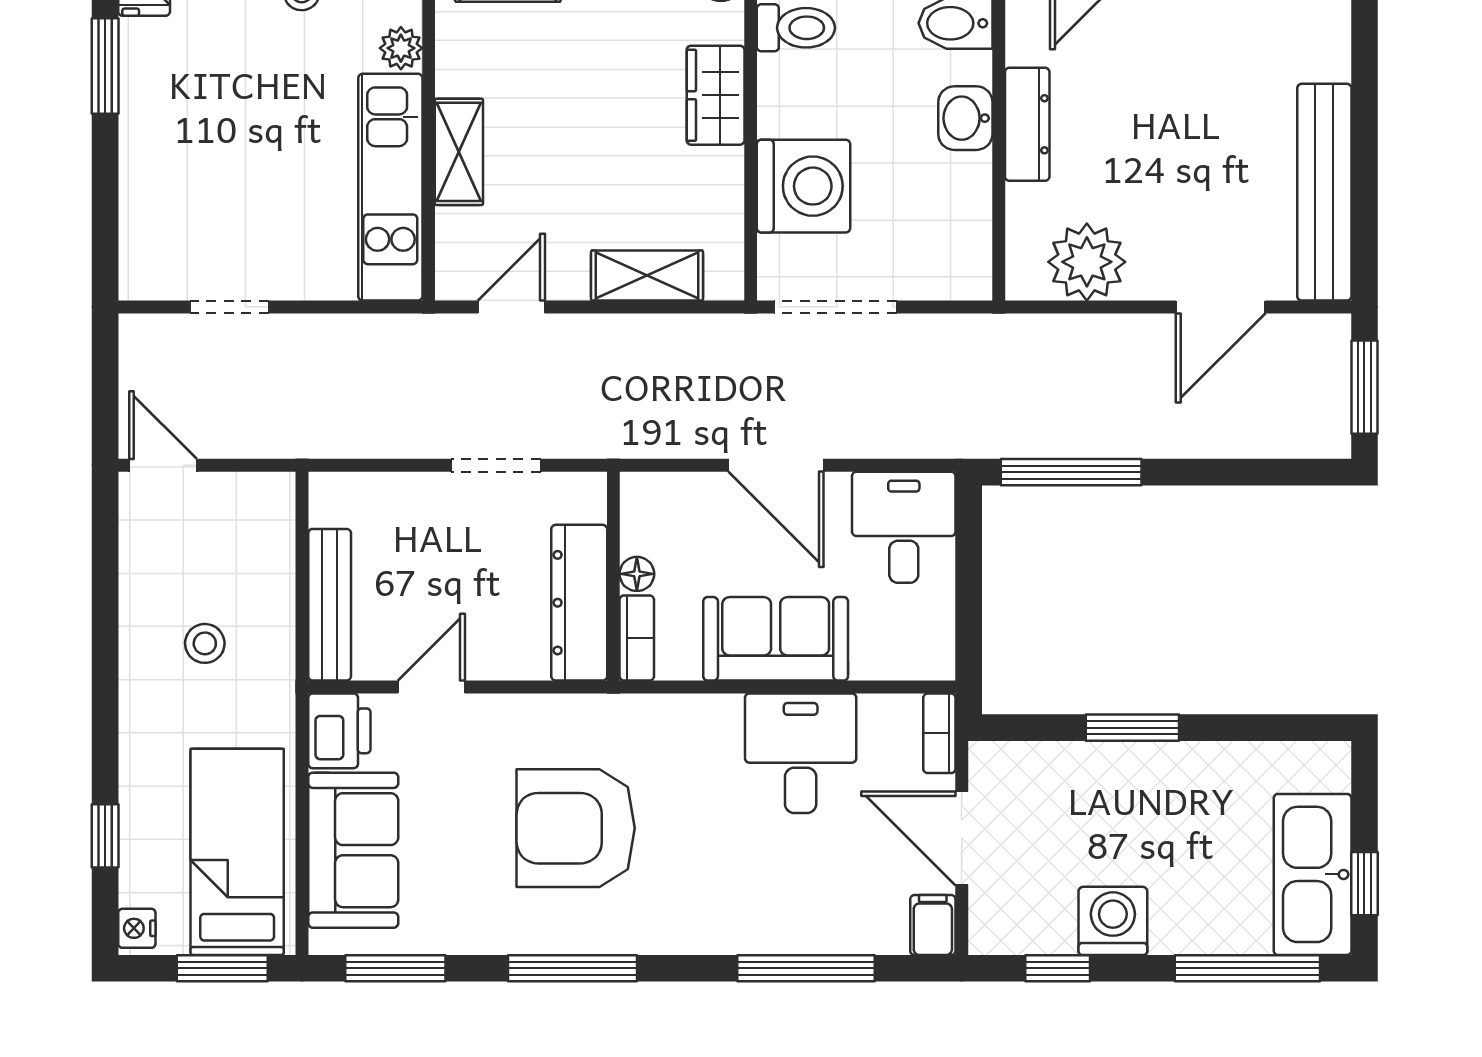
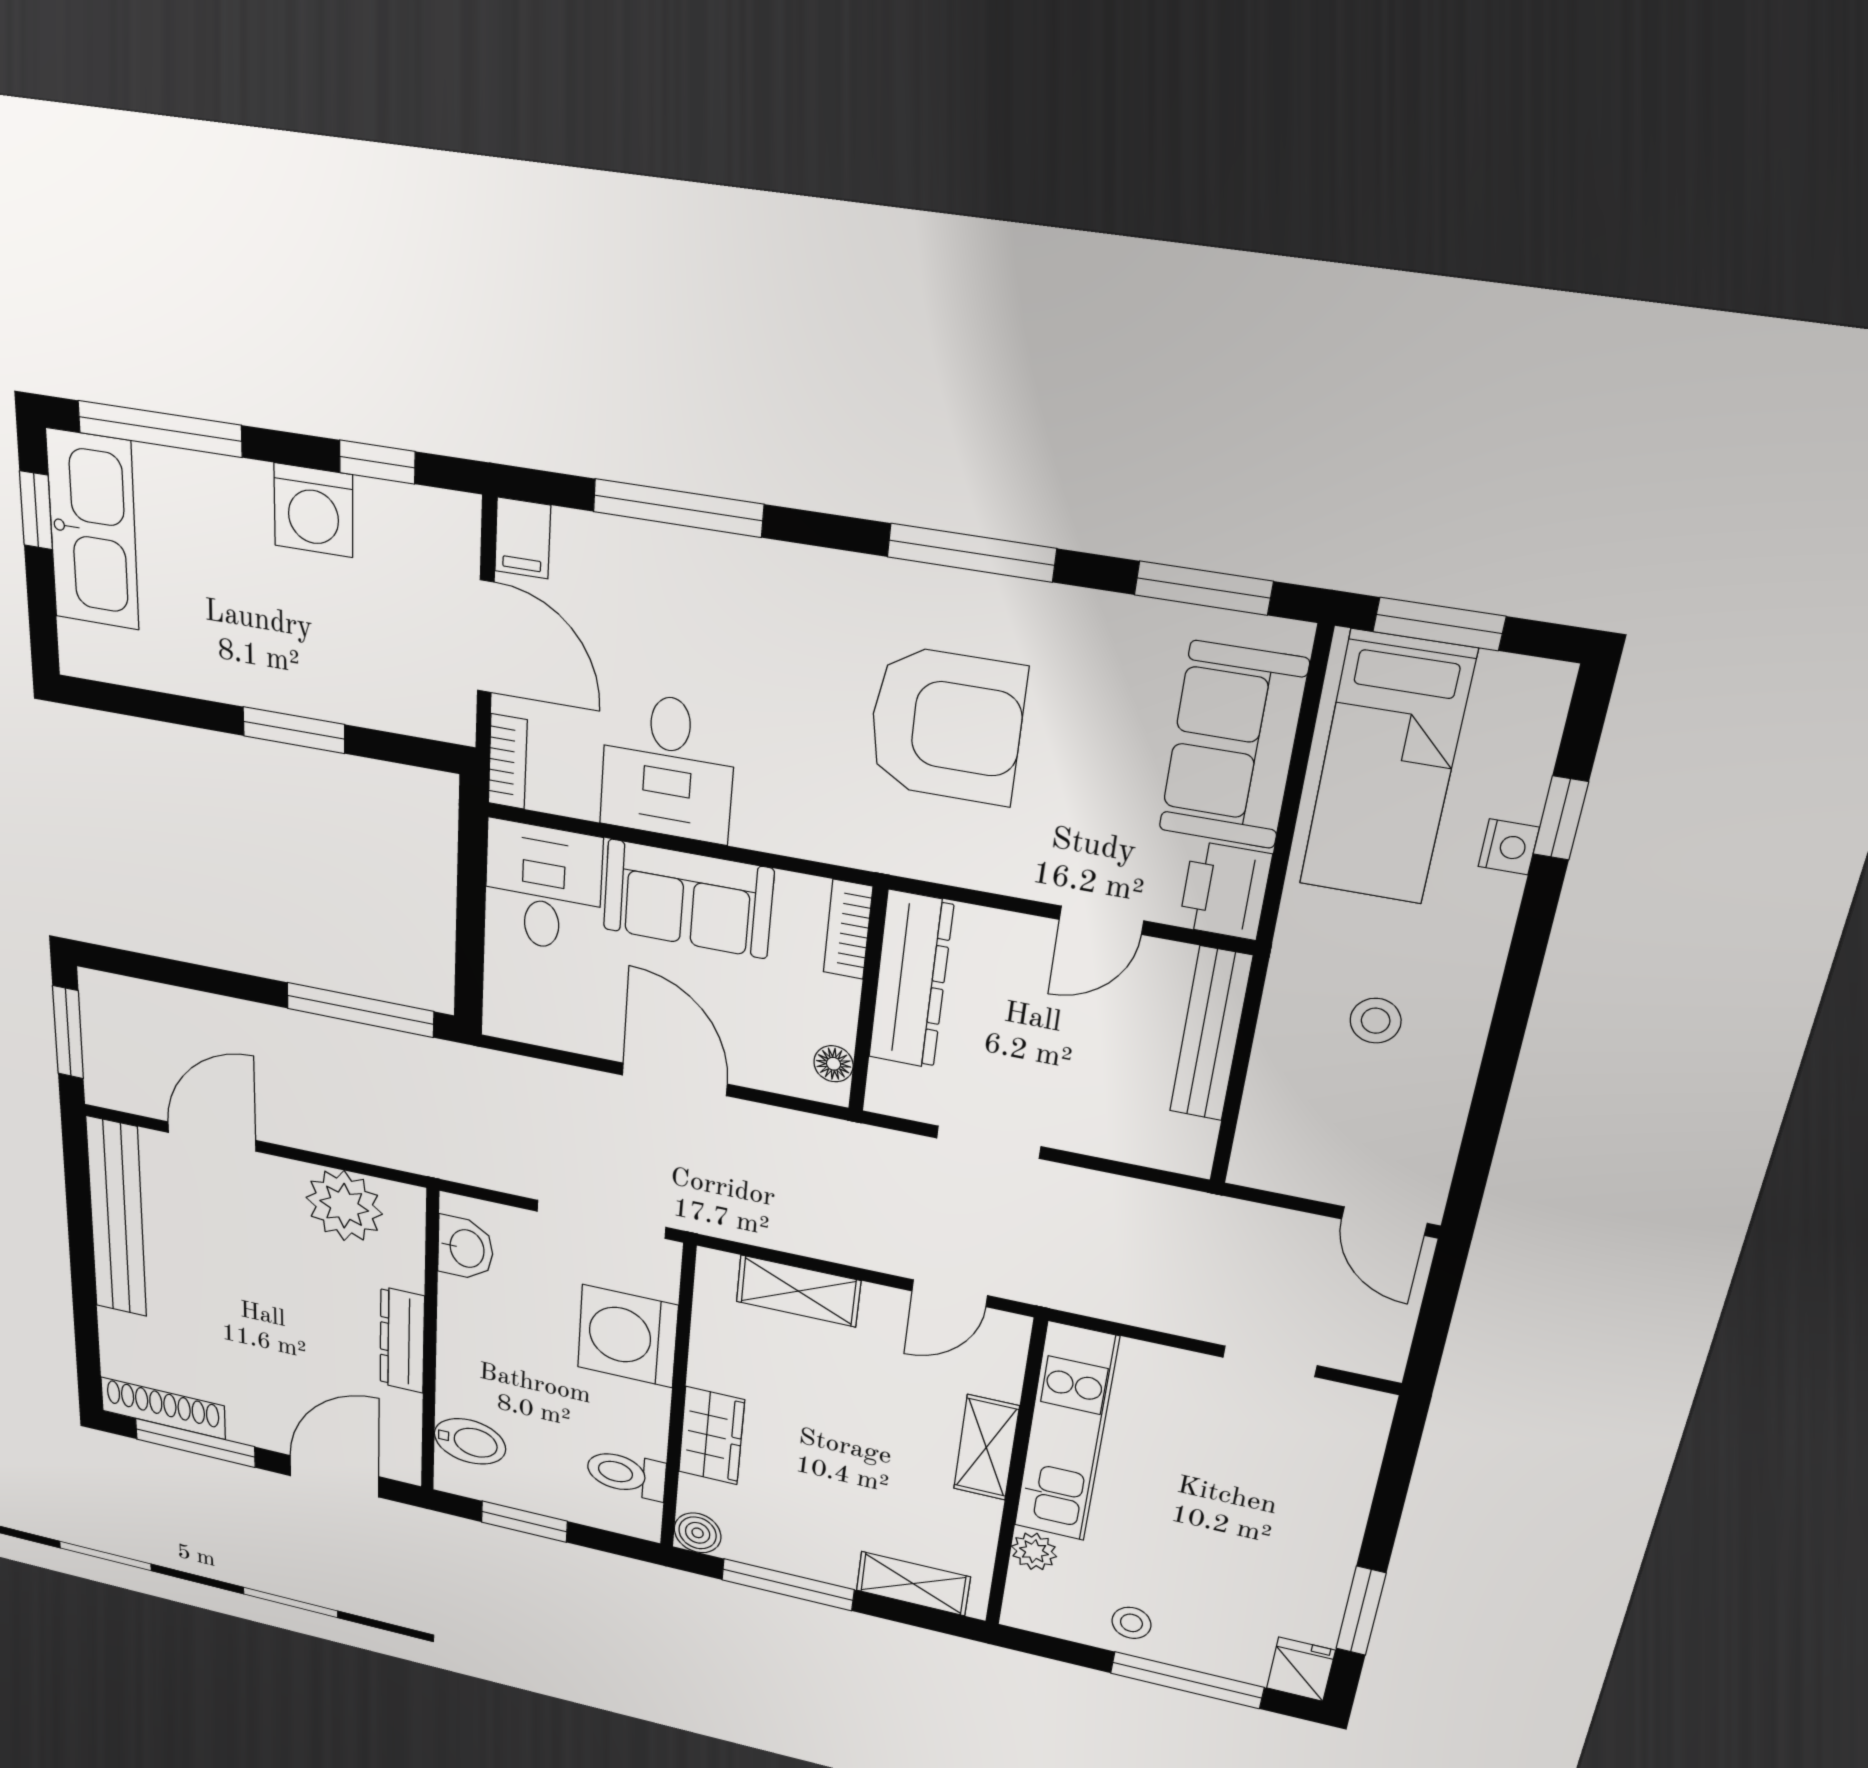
washbasin: (965, 118) -> (465, 1248), moved
desk: (904, 527) -> (543, 887), moved, turned 180
floor lamp: (637, 574) -> (834, 1064), moved
nightstand: (137, 928) -> (1509, 847), moved

